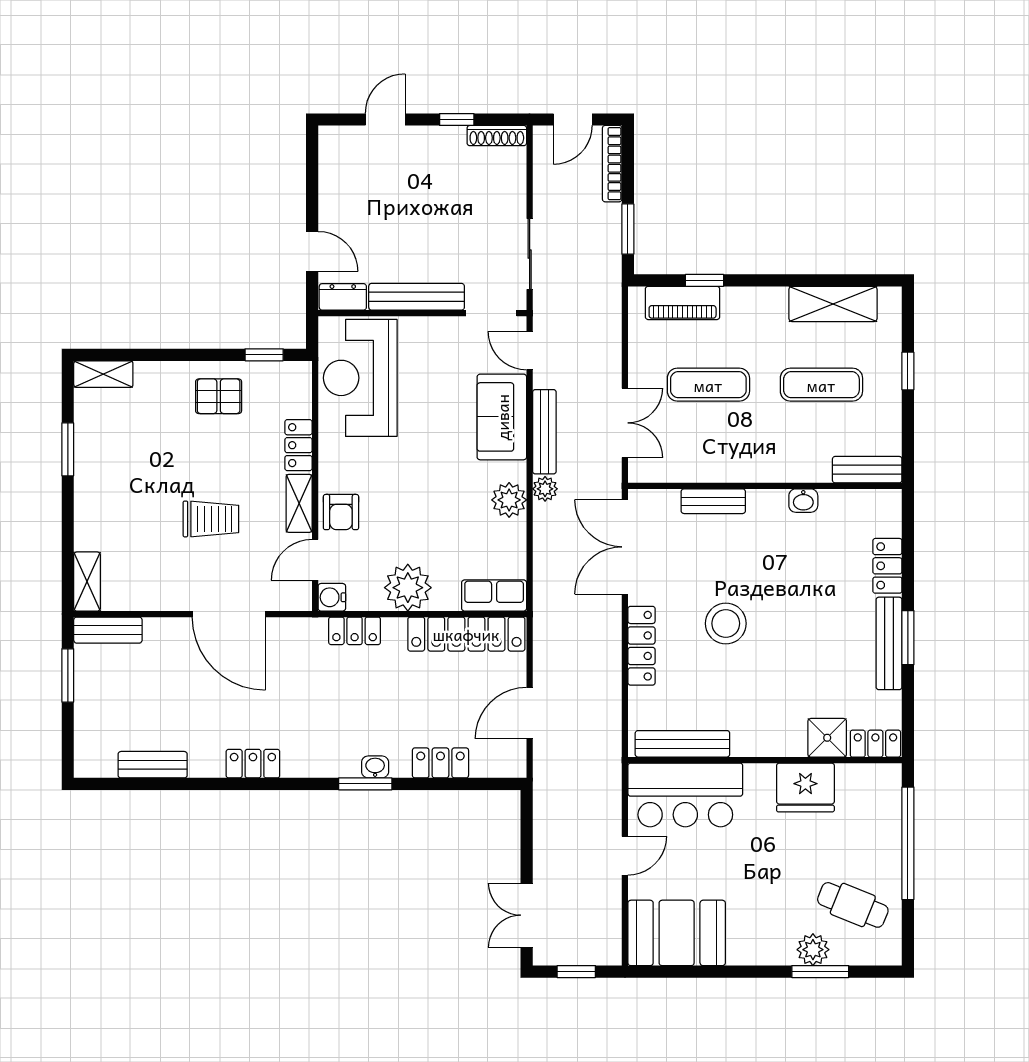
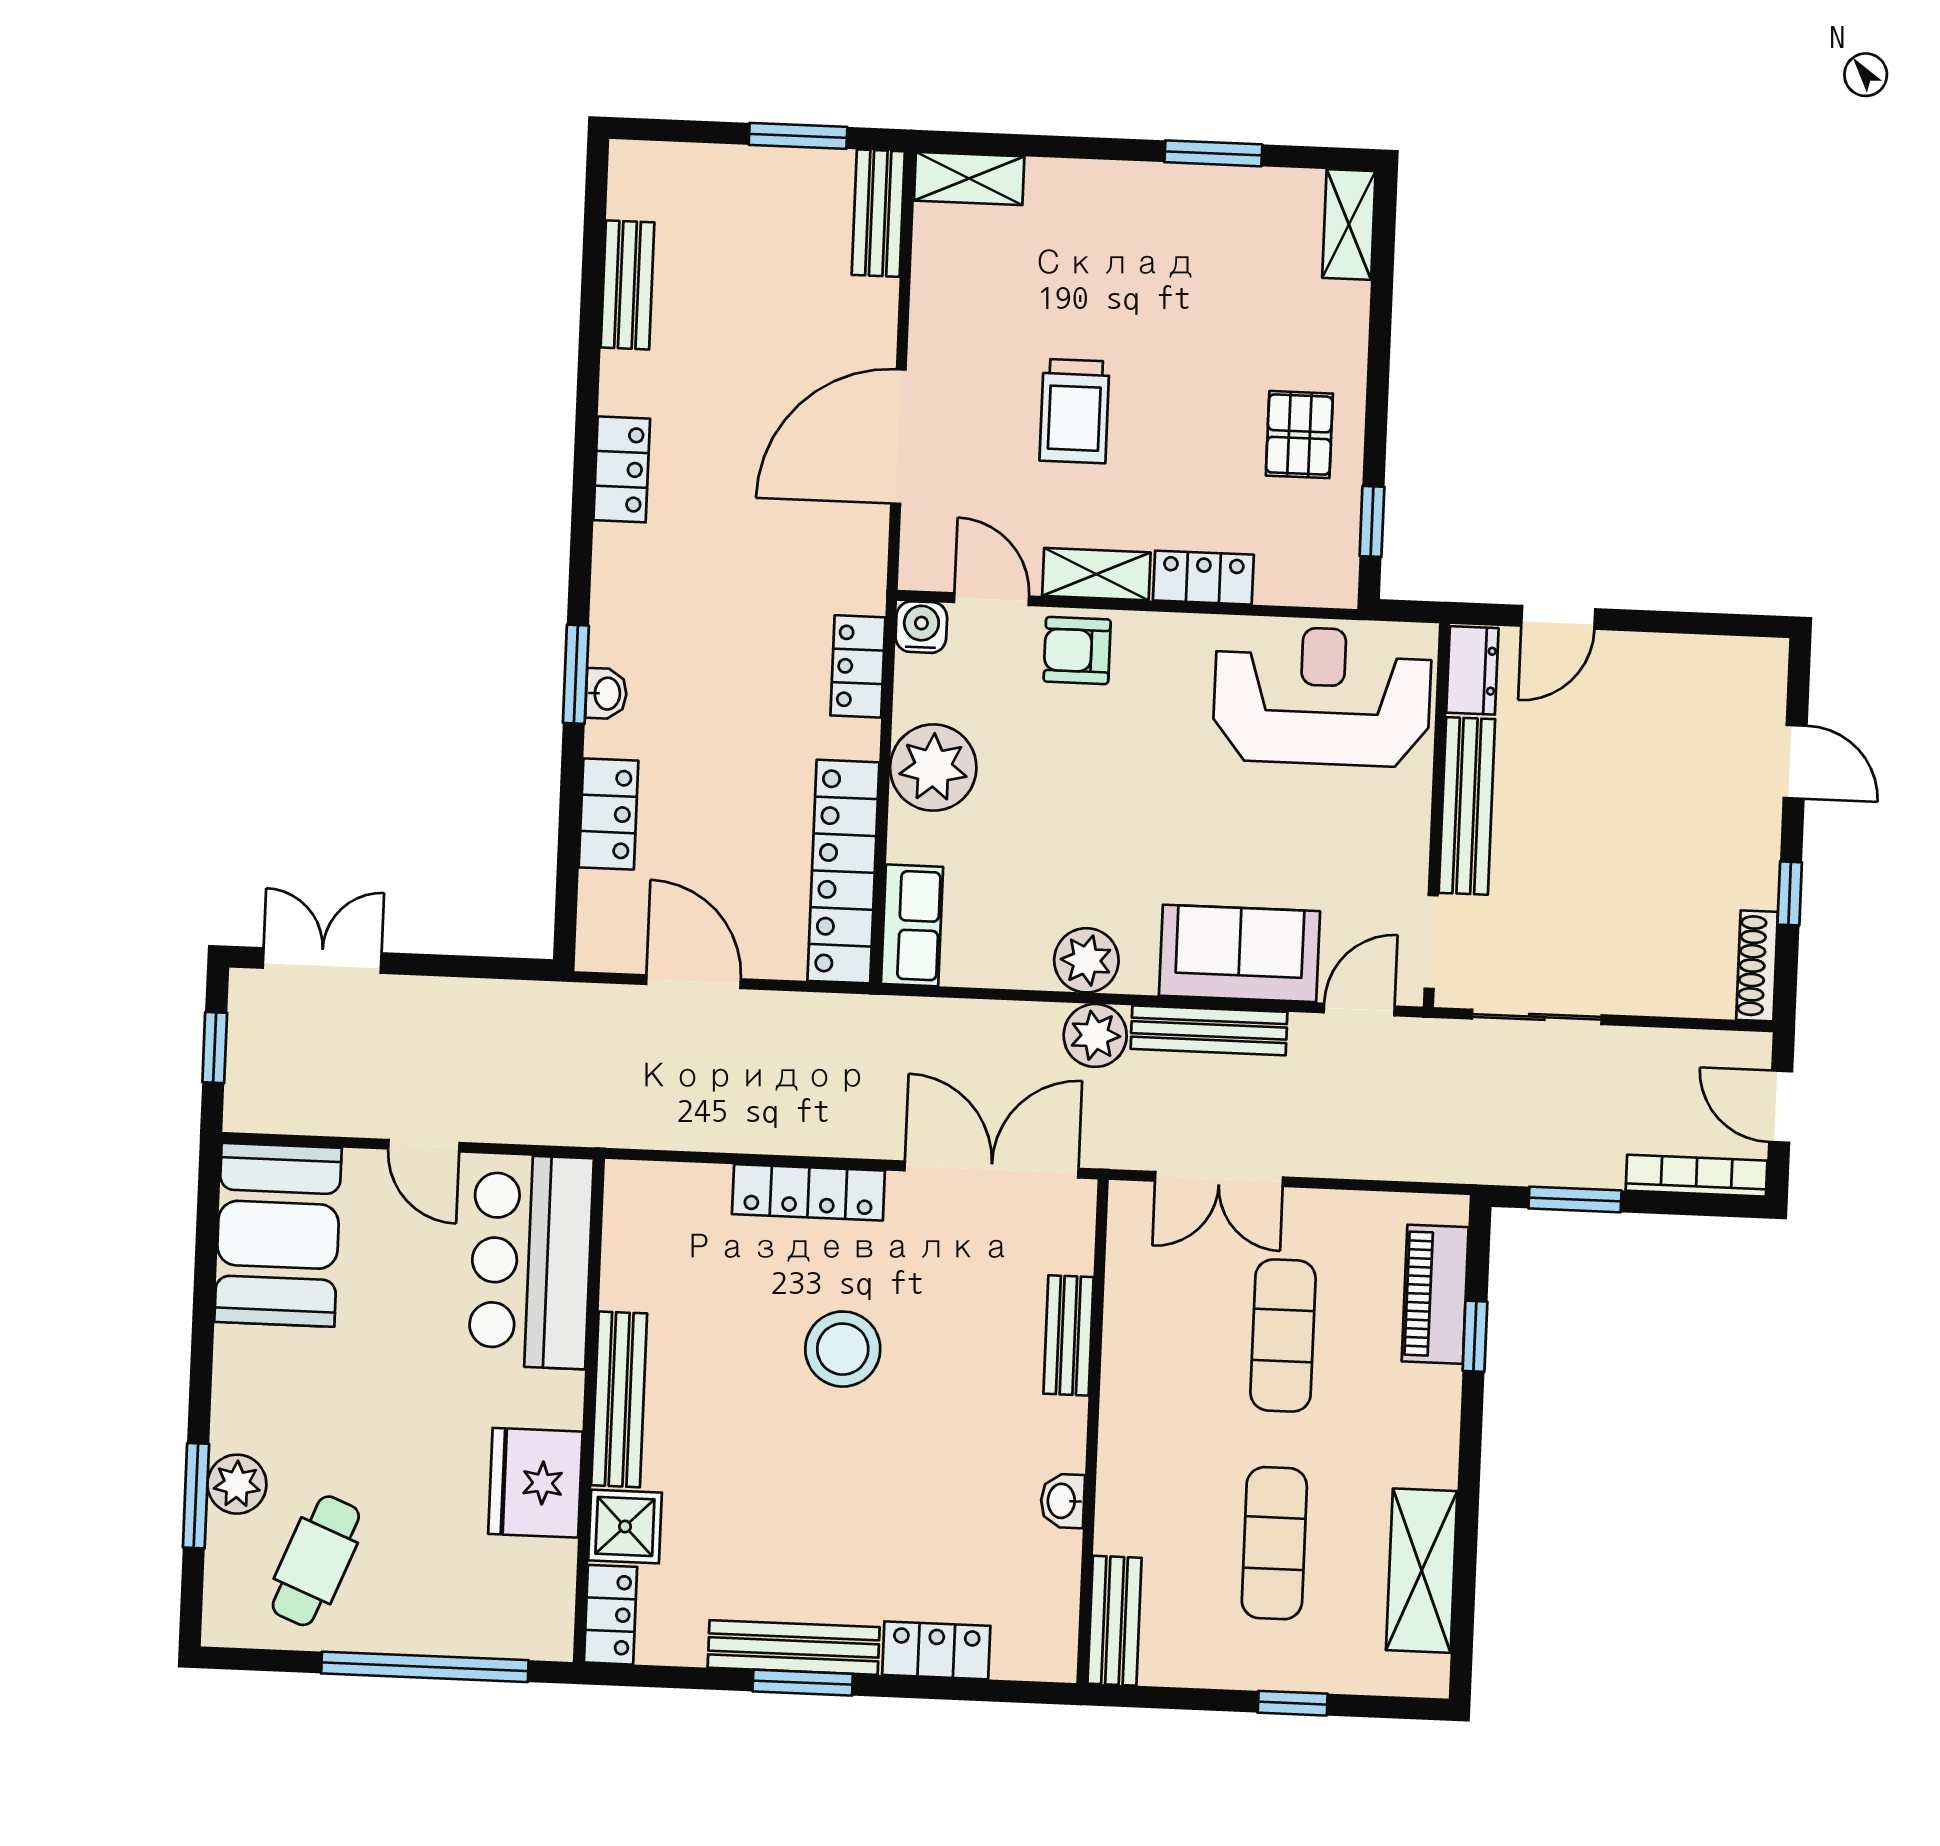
plant: (545, 489) -> (1095, 1035), width x1.38, depth x1.38
bench: (682, 744) -> (619, 1399), moved

